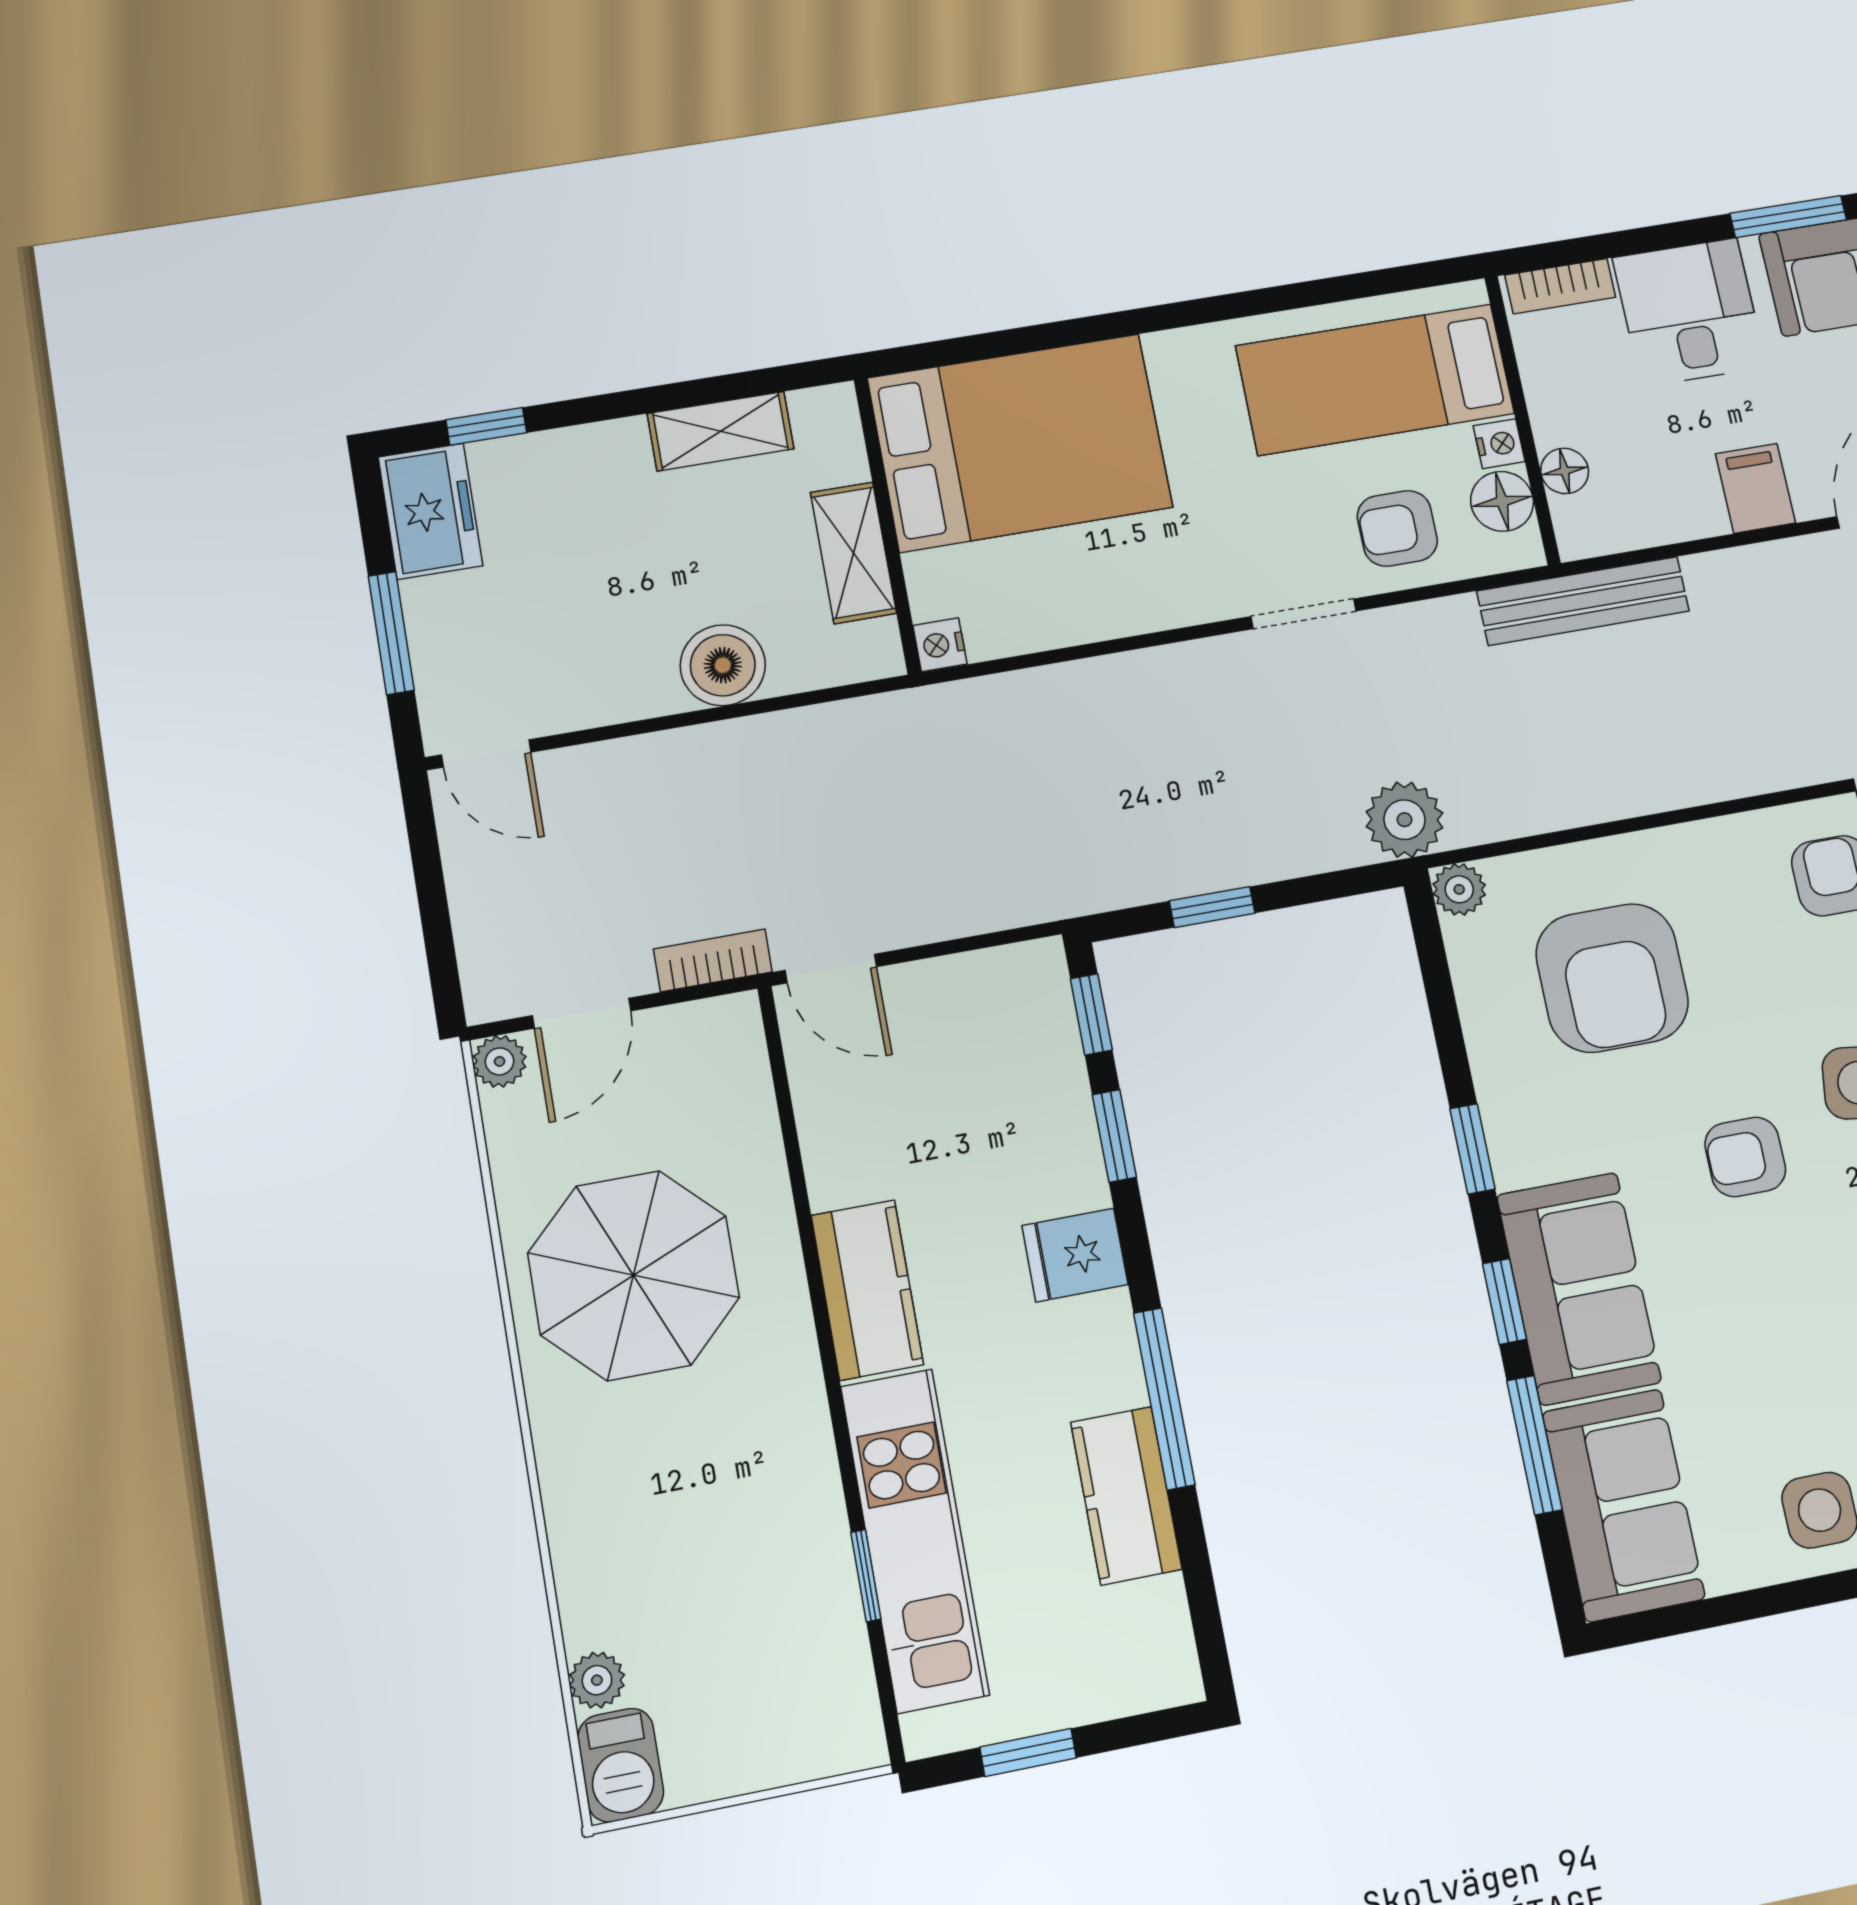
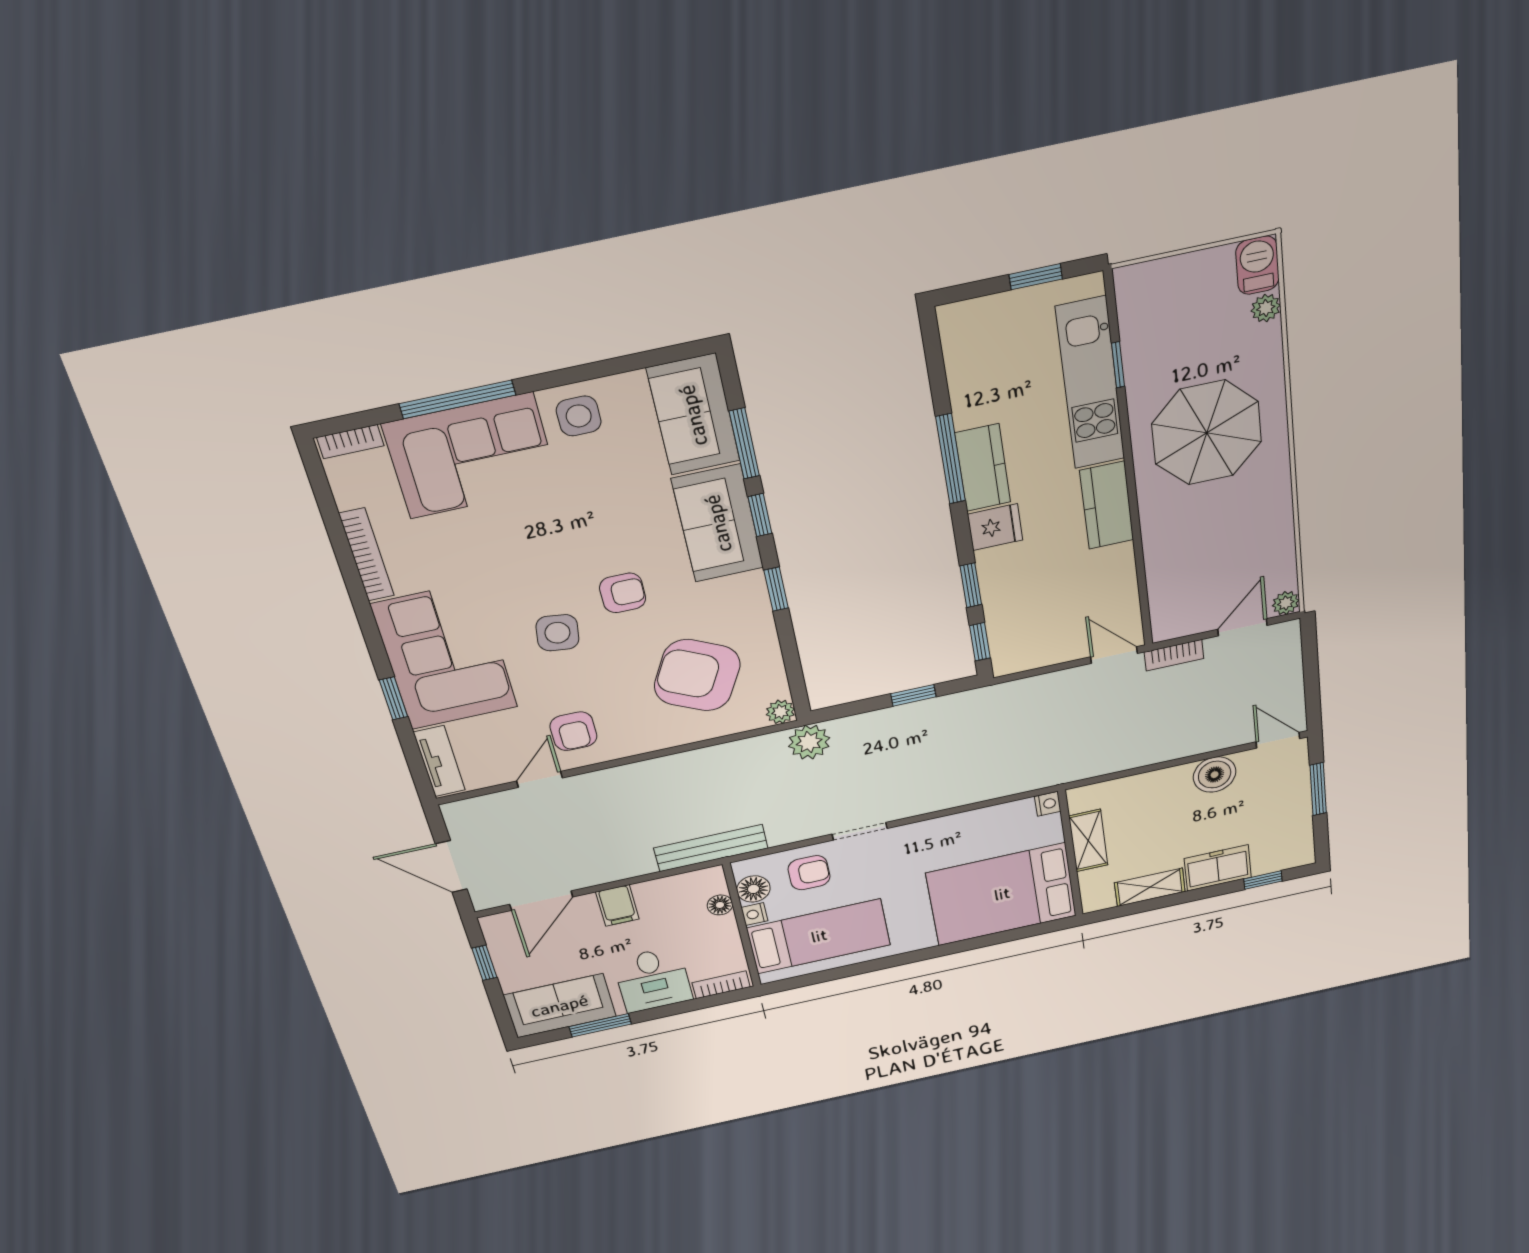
freezer: (430, 511) -> (1218, 868), moved, turned 90
boiler: (723, 665) -> (1215, 775), moved
armchair: (1612, 978) -> (697, 675), turned -63
parasol: (633, 1275) -> (1207, 433), moved
kitchen counter: (1126, 1496) -> (983, 468), moved

